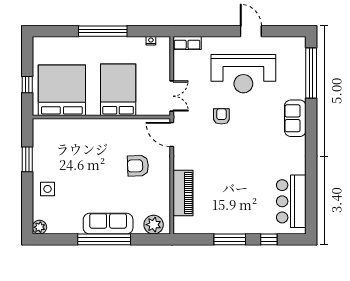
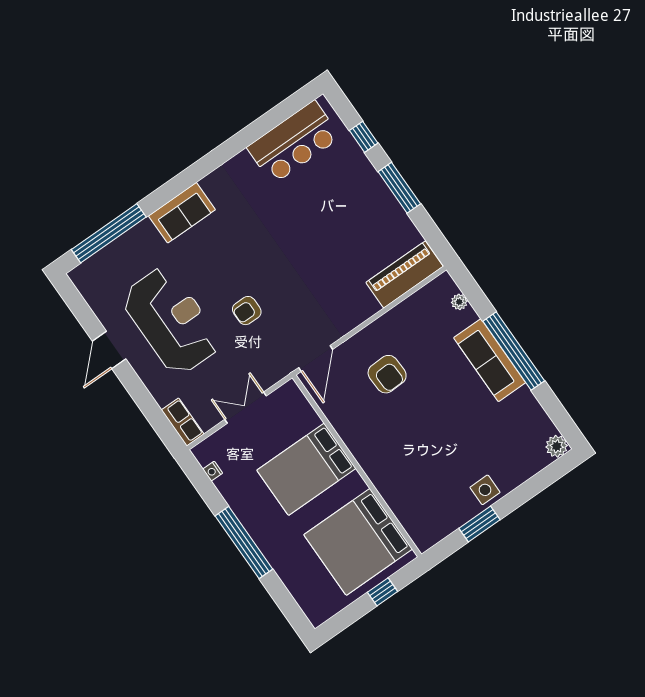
double door: (172, 96) -> (246, 408), moved
side table: (48, 189) -> (485, 490), moved
piano: (183, 193) -> (405, 274), moved
plant: (154, 225) -> (459, 302), width x0.53, depth x0.53

